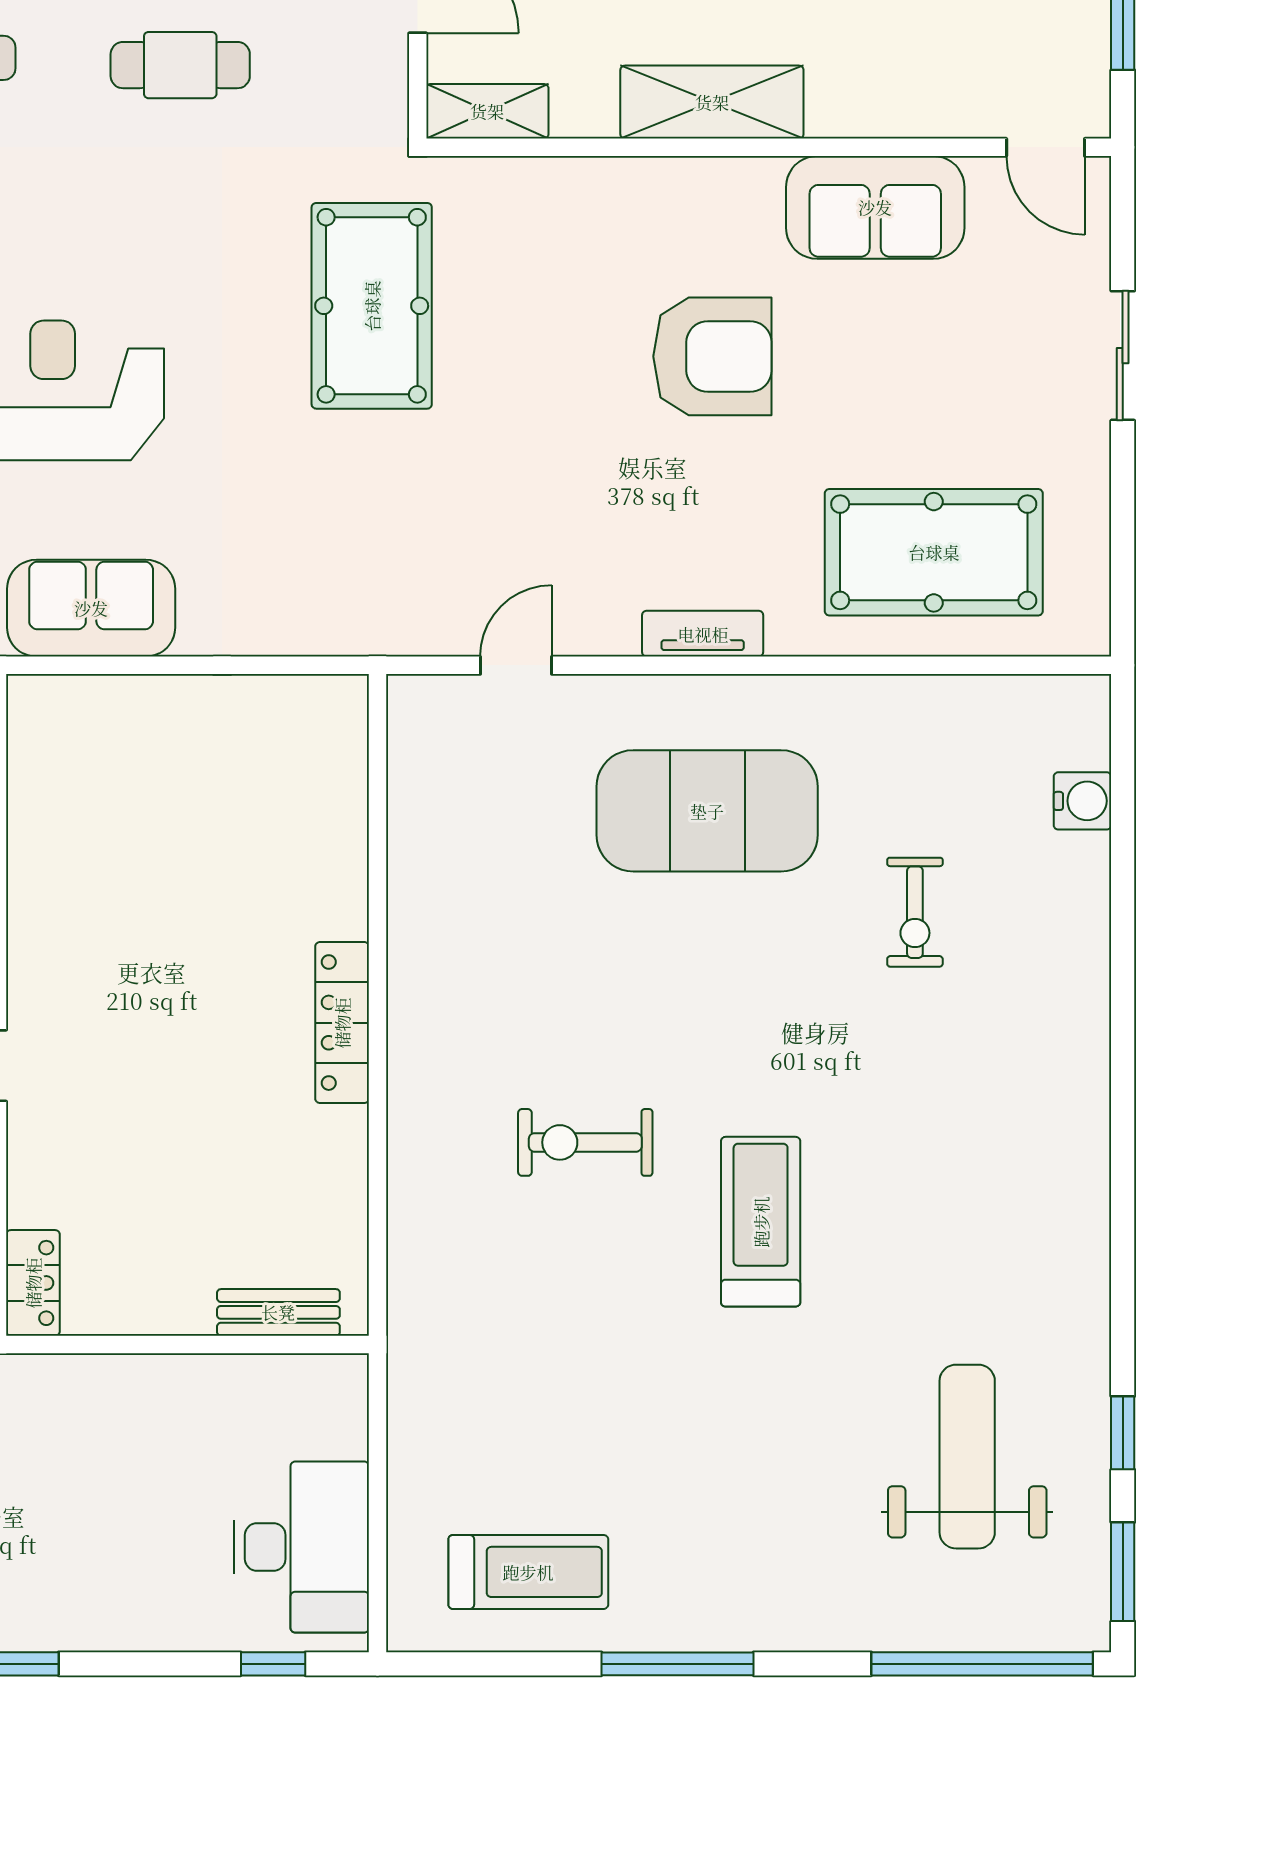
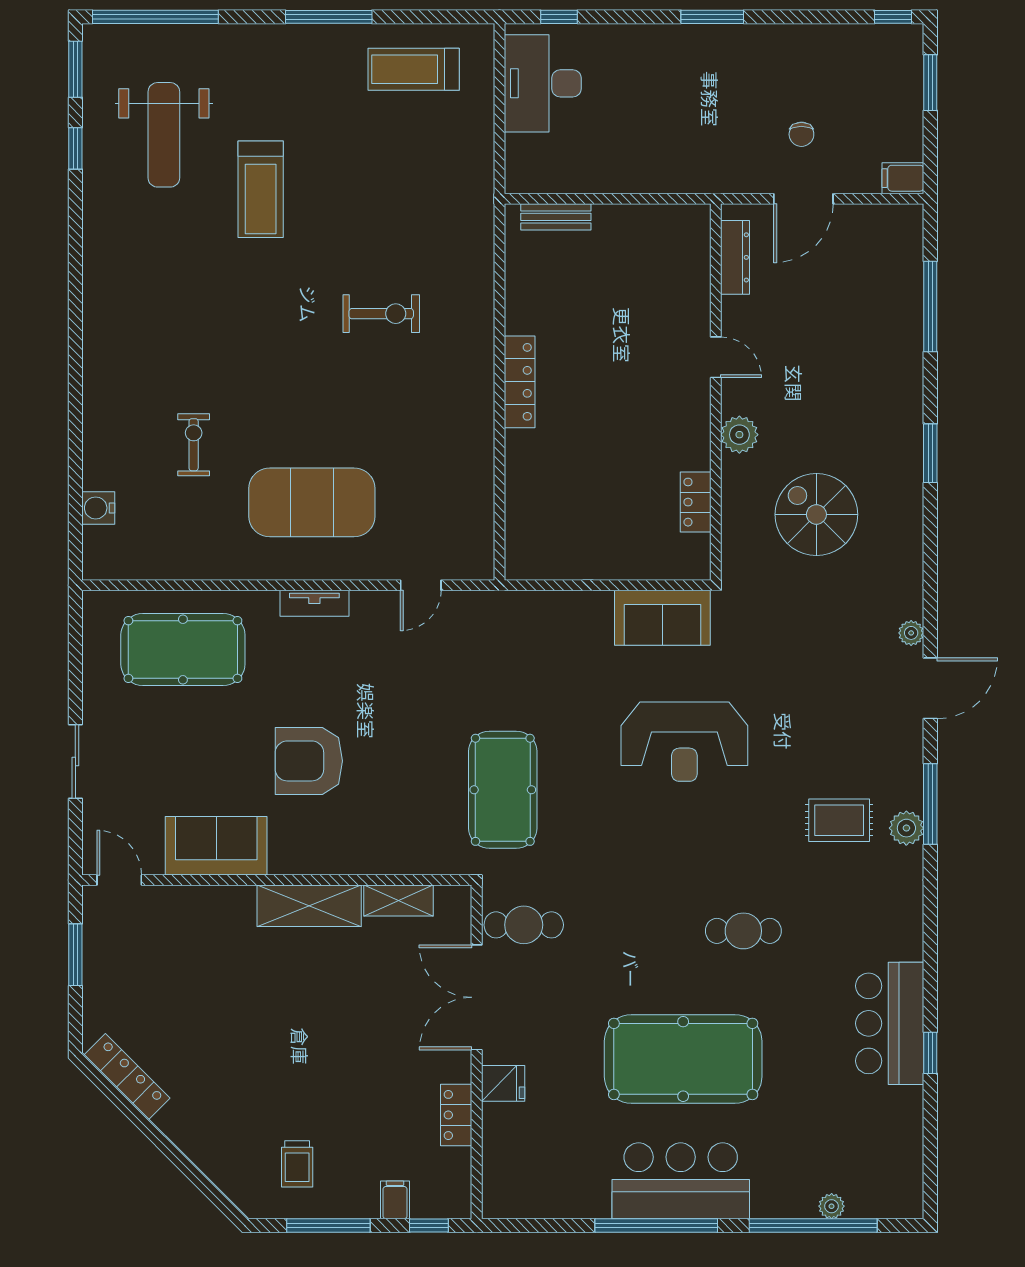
cafe table: (180, 65) -> (524, 925), moved
shelving: (487, 111) -> (399, 901), moved
treadmill: (761, 1222) -> (261, 189), moved
locker: (33, 1283) -> (696, 502), moved

